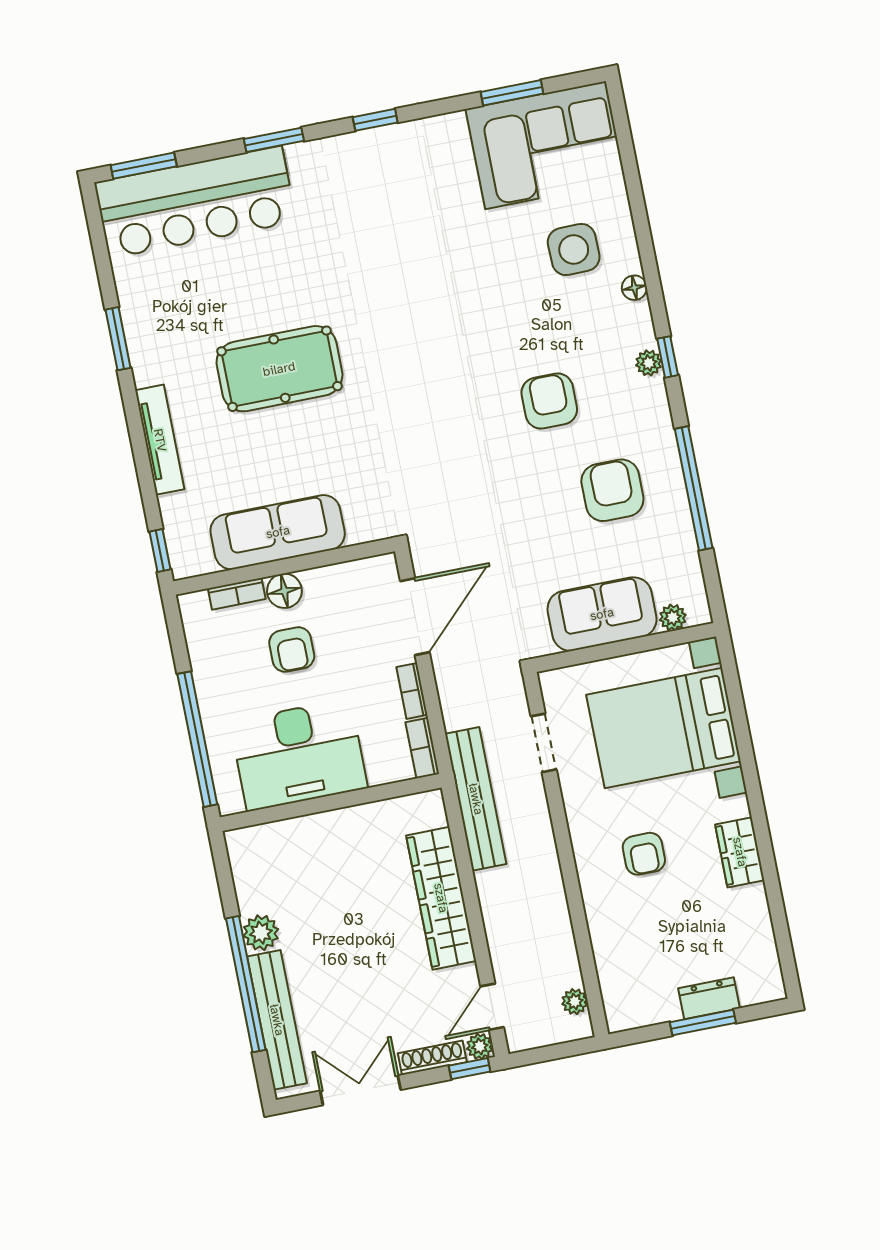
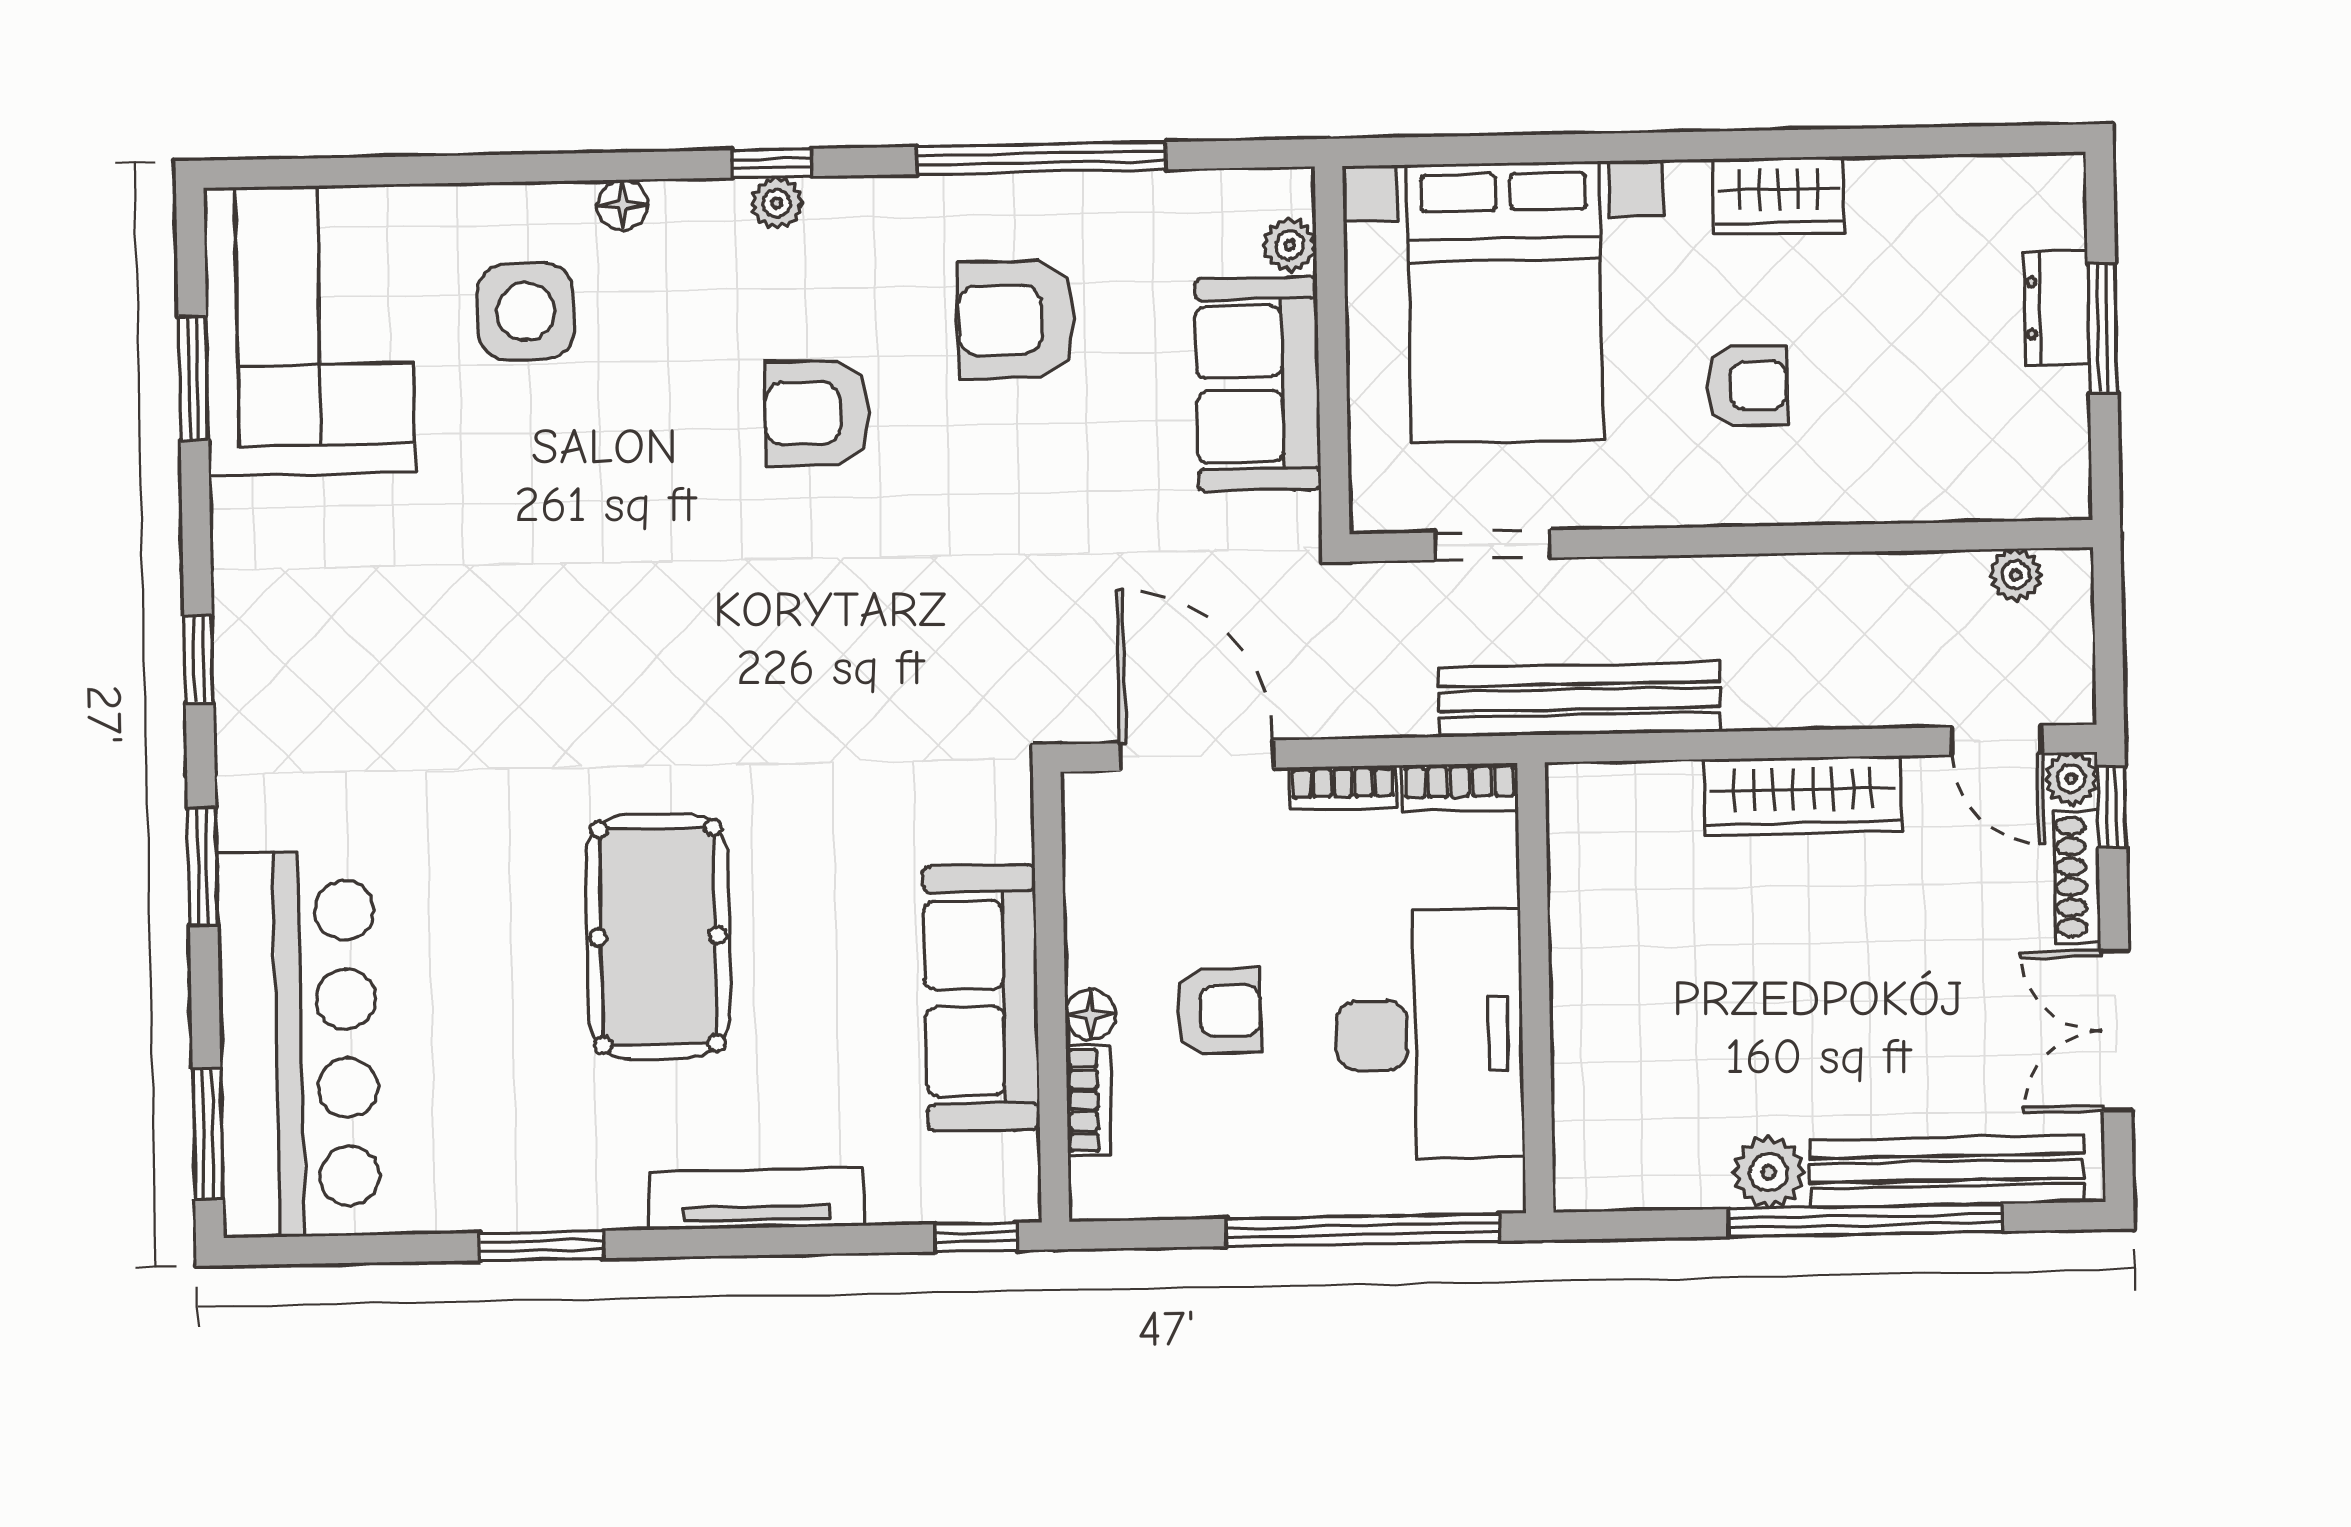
floor lamp: (284, 591) -> (1091, 1015), width x0.73, depth x0.73
wardrobe: (441, 898) -> (1803, 796), width x0.71, depth x0.85

